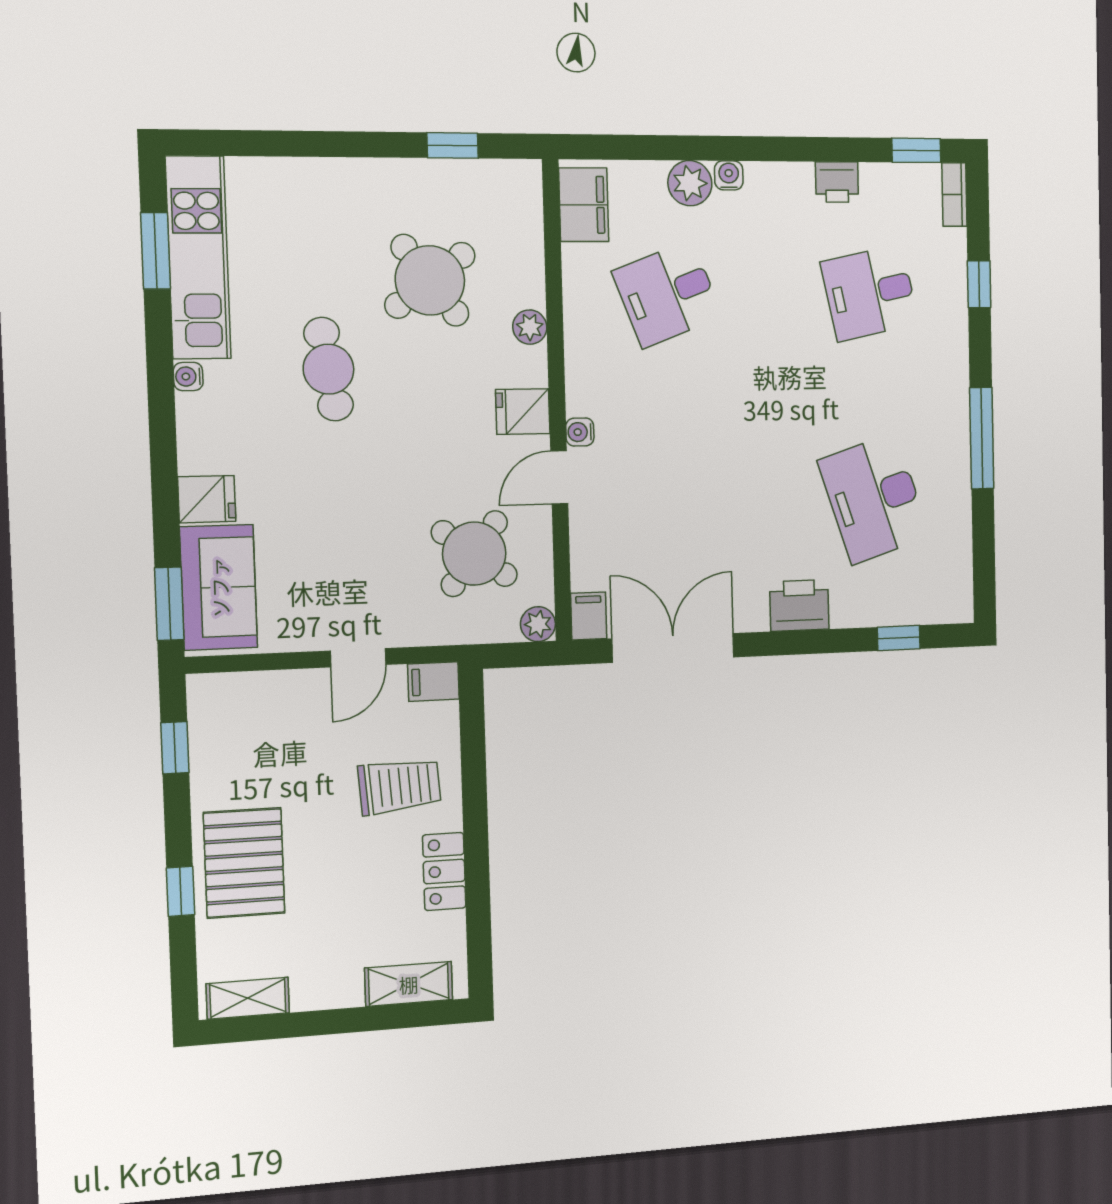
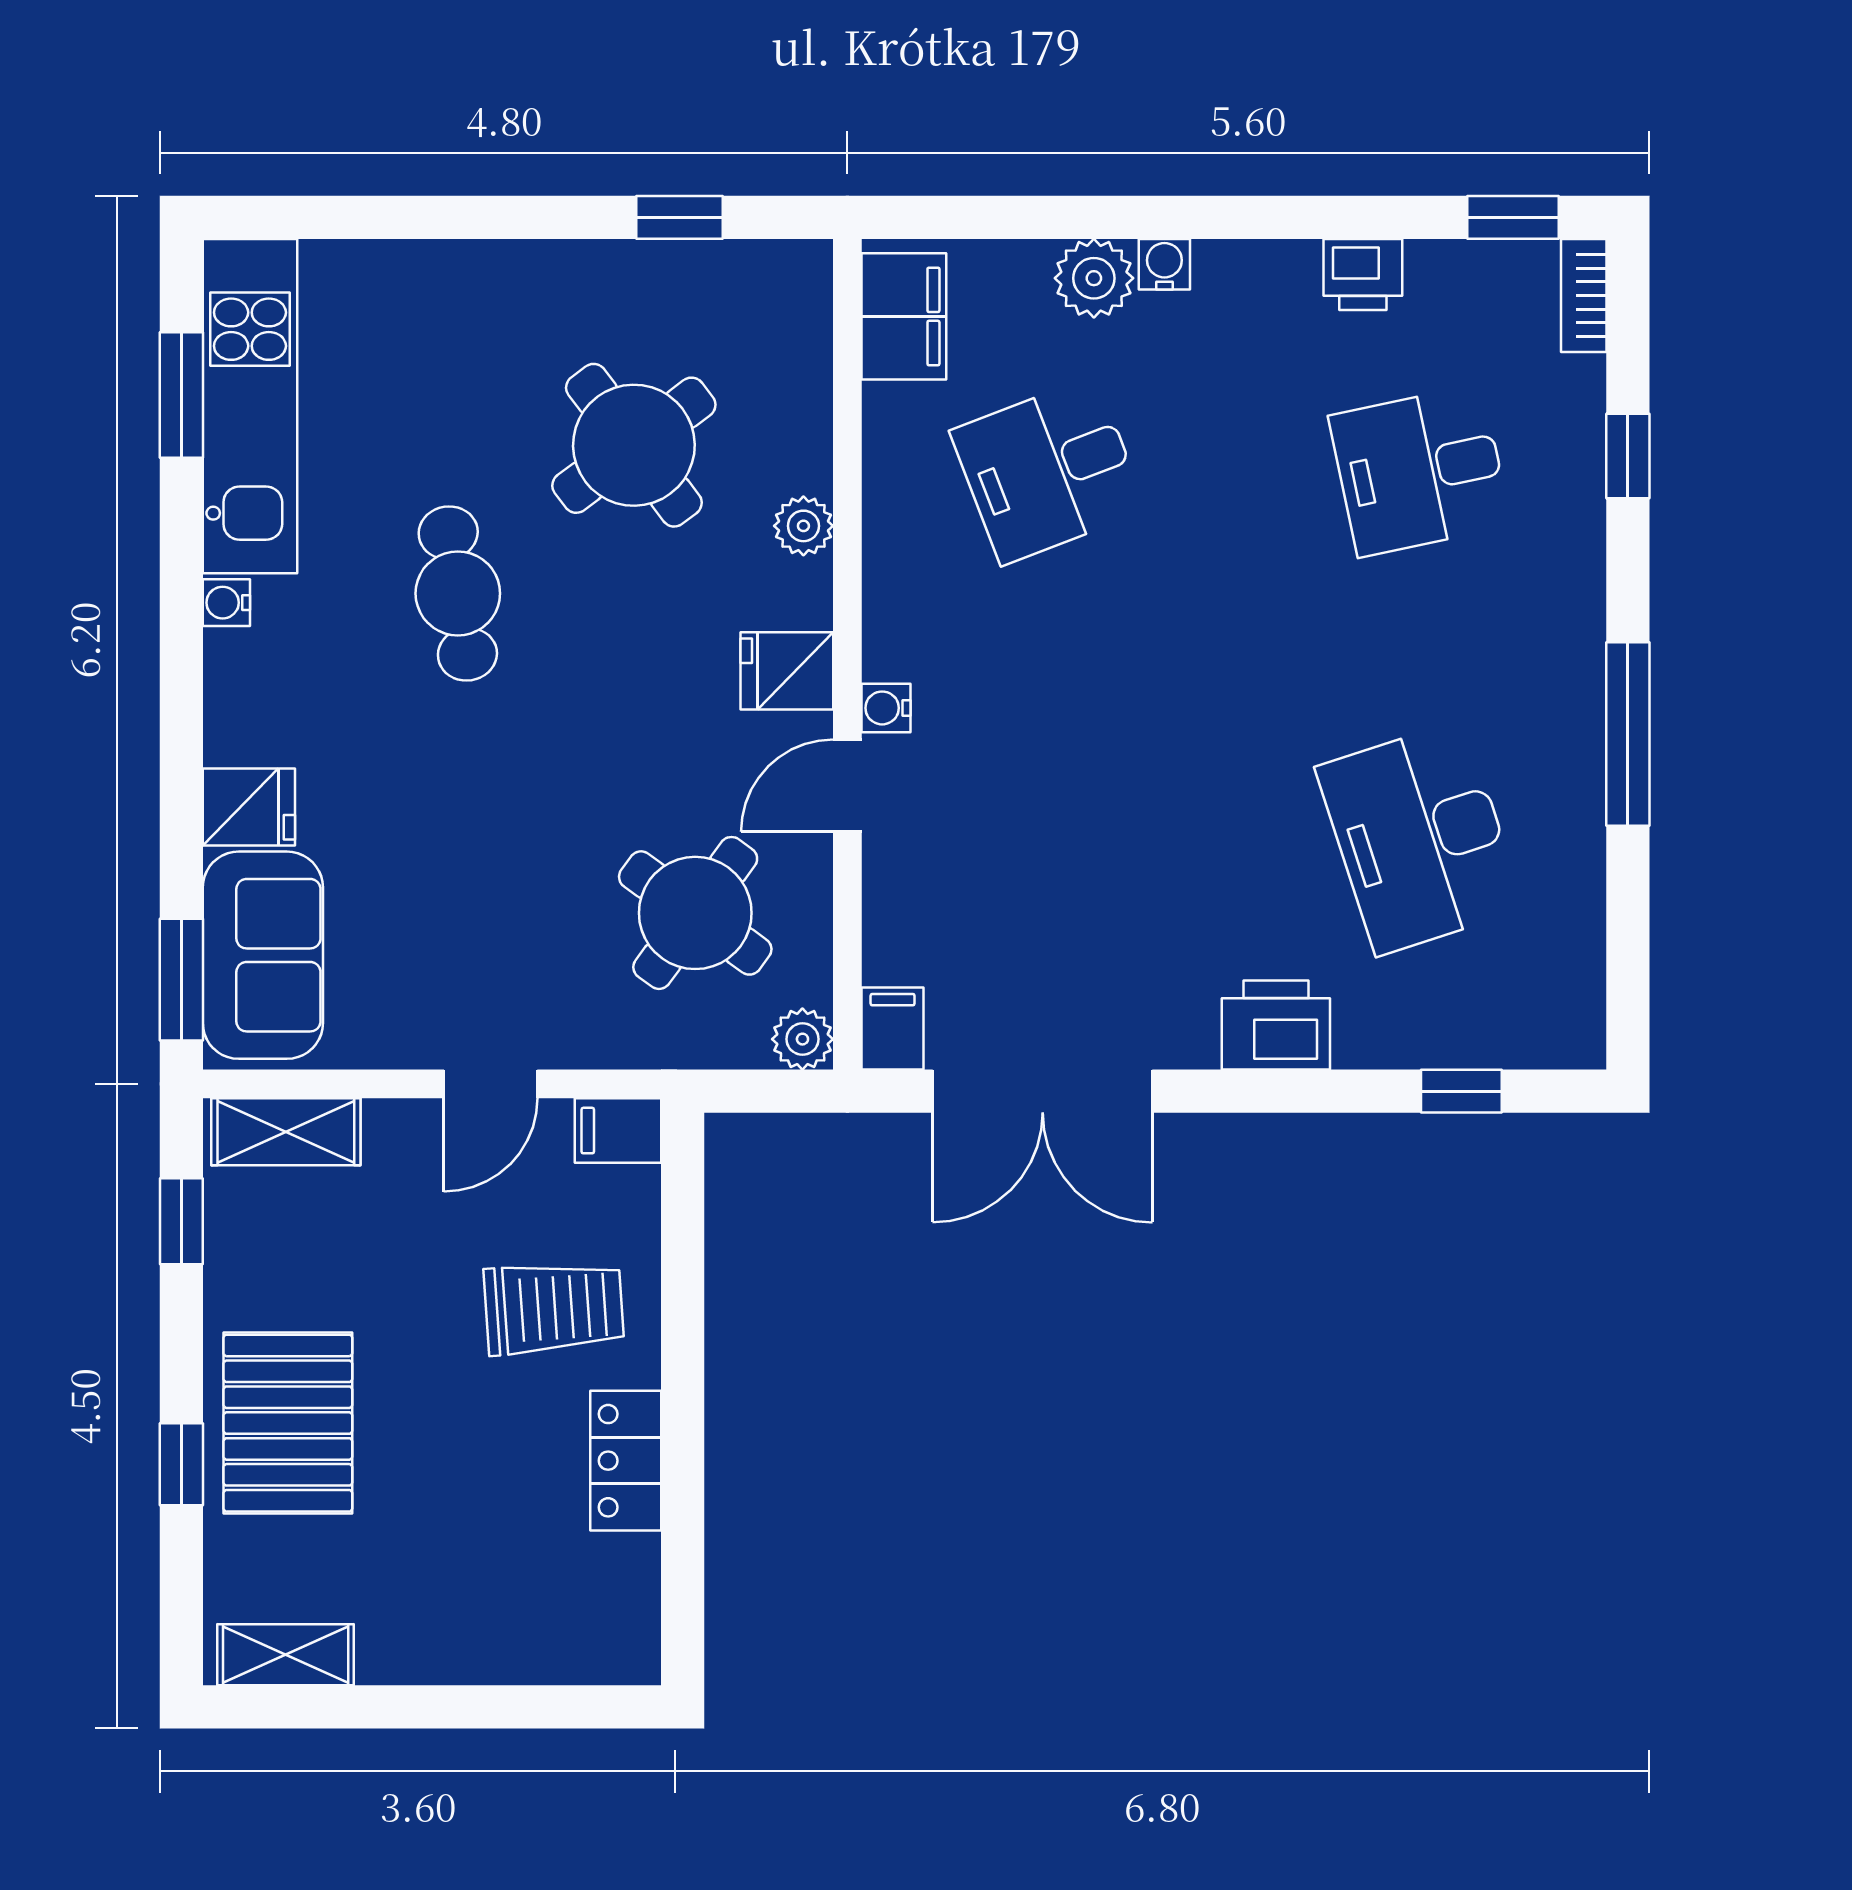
double door: (673, 648) -> (1043, 1091), swing flipped
shelving: (409, 984) -> (286, 1132), moved

